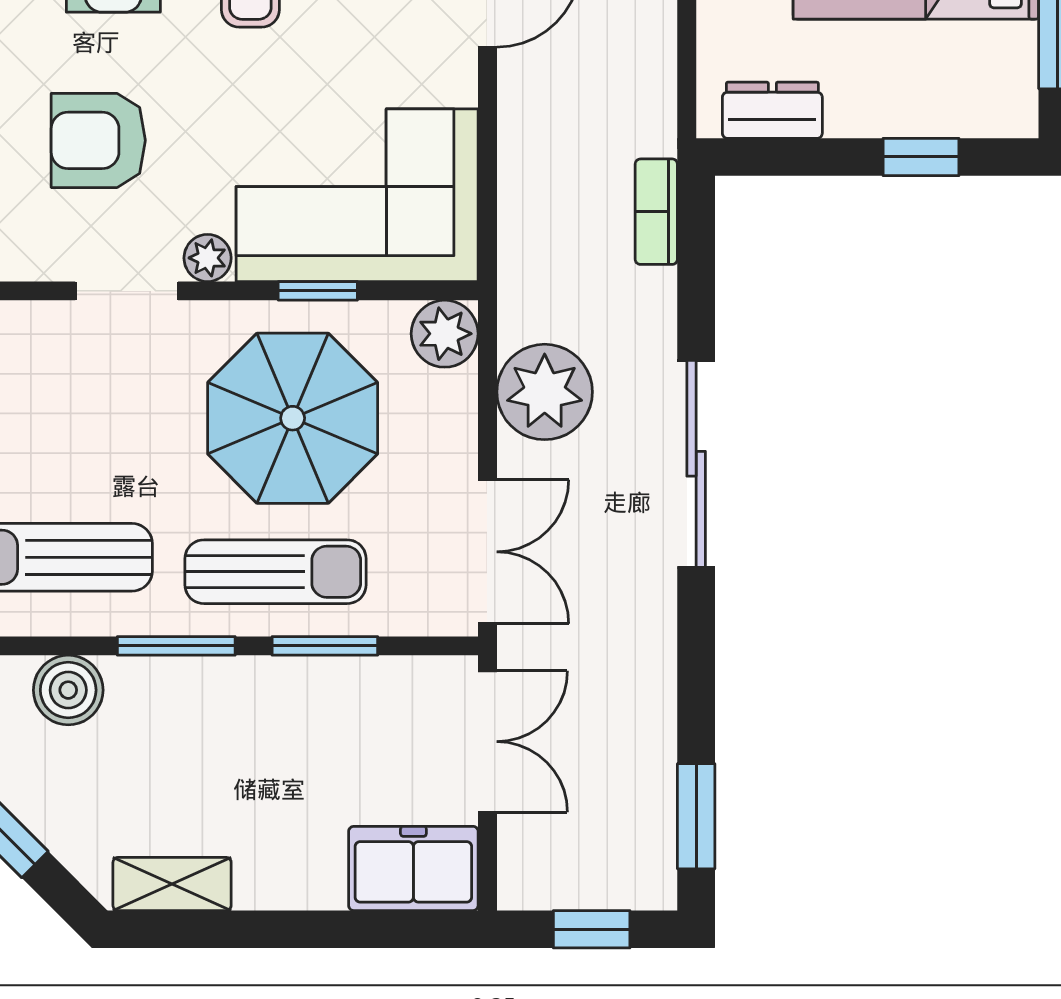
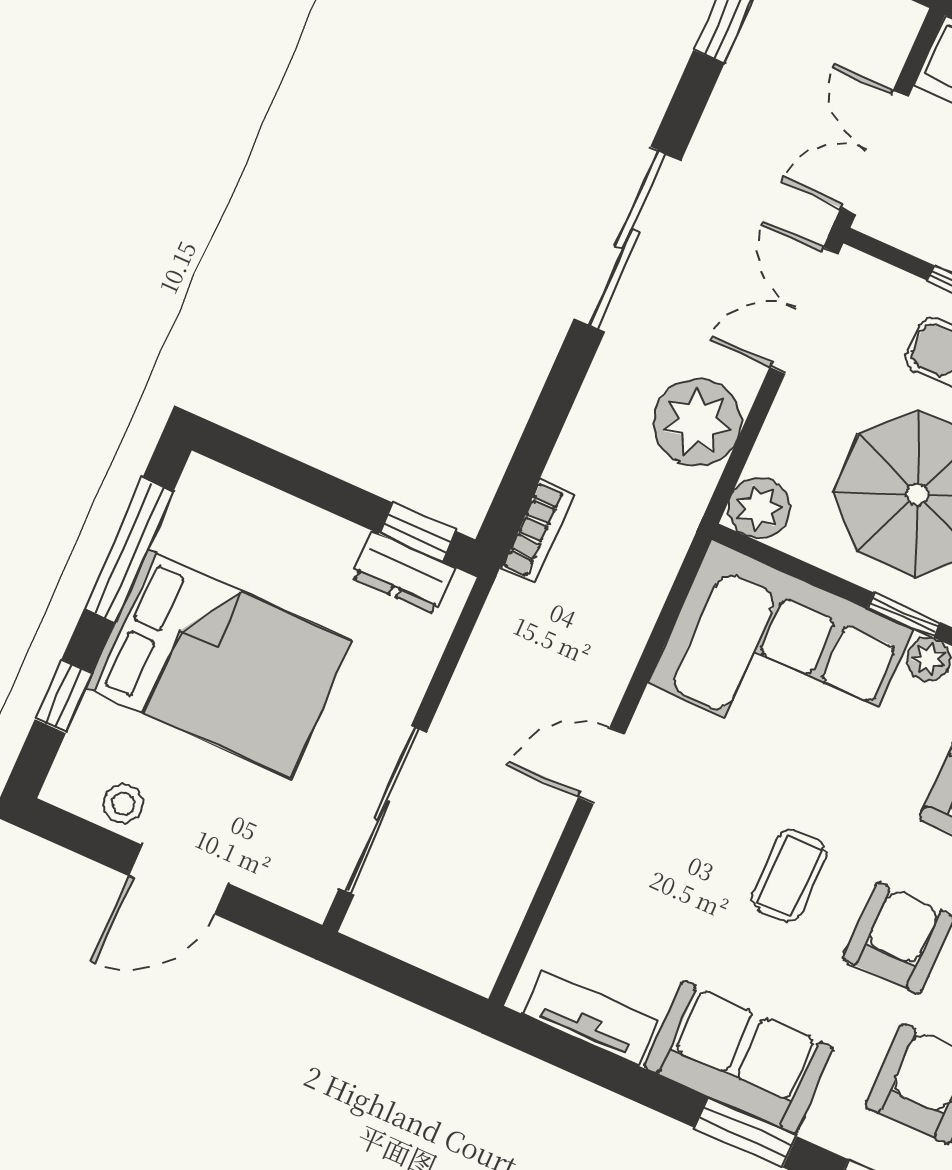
window: (921, 157) -> (418, 532), moved
window: (318, 291) -> (904, 615), moved
sliding door: (696, 464) -> (627, 240), moved

